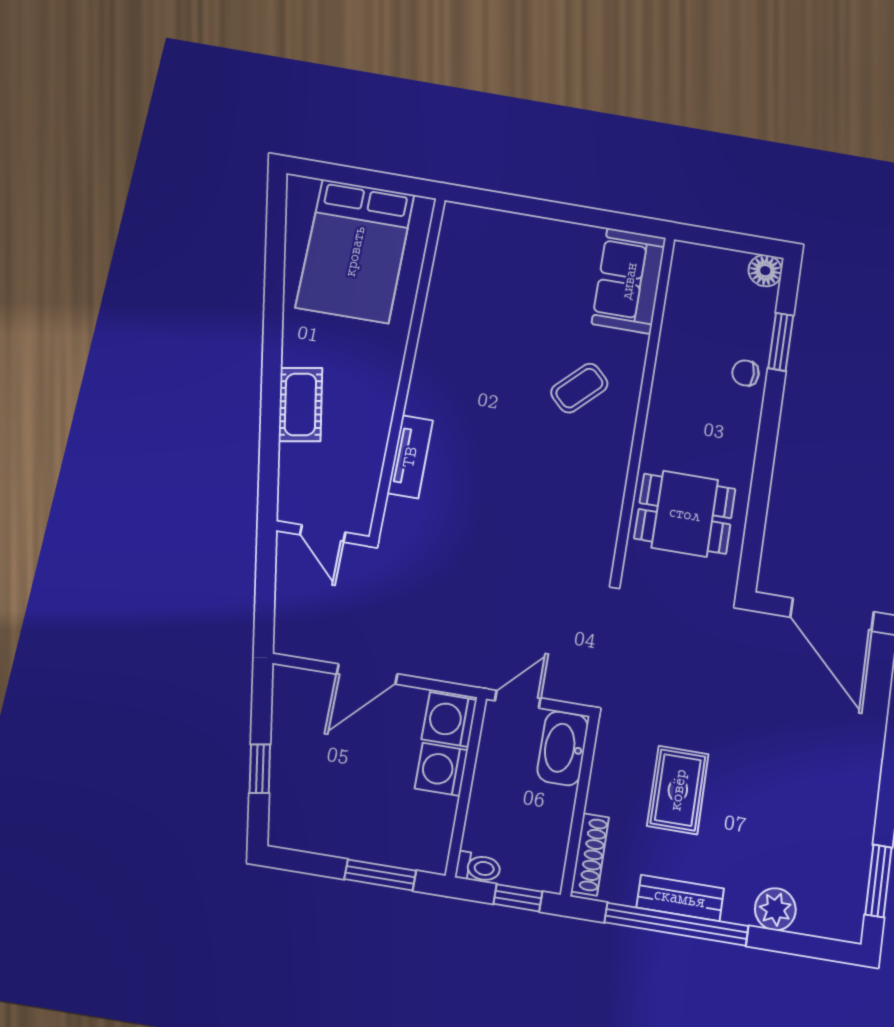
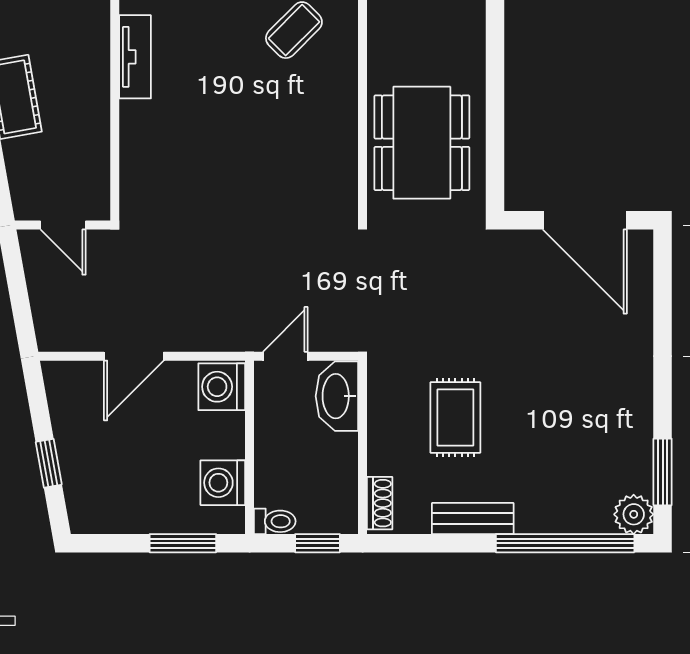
tv unit: (410, 457) -> (135, 57), moved
dining table: (685, 514) -> (422, 143), width x1.38
washing machine: (441, 769) -> (223, 483), moved
shoe rack: (590, 854) -> (380, 503), width x0.70
plant: (775, 909) -> (634, 514), moved
window: (677, 924) -> (565, 543), moved

